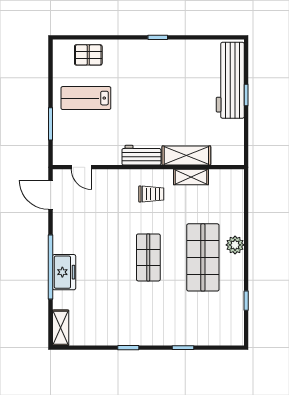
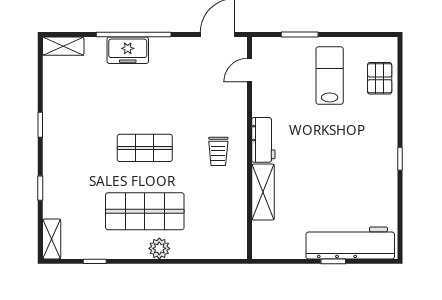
shelving: (191, 177) -> (52, 239), moved

